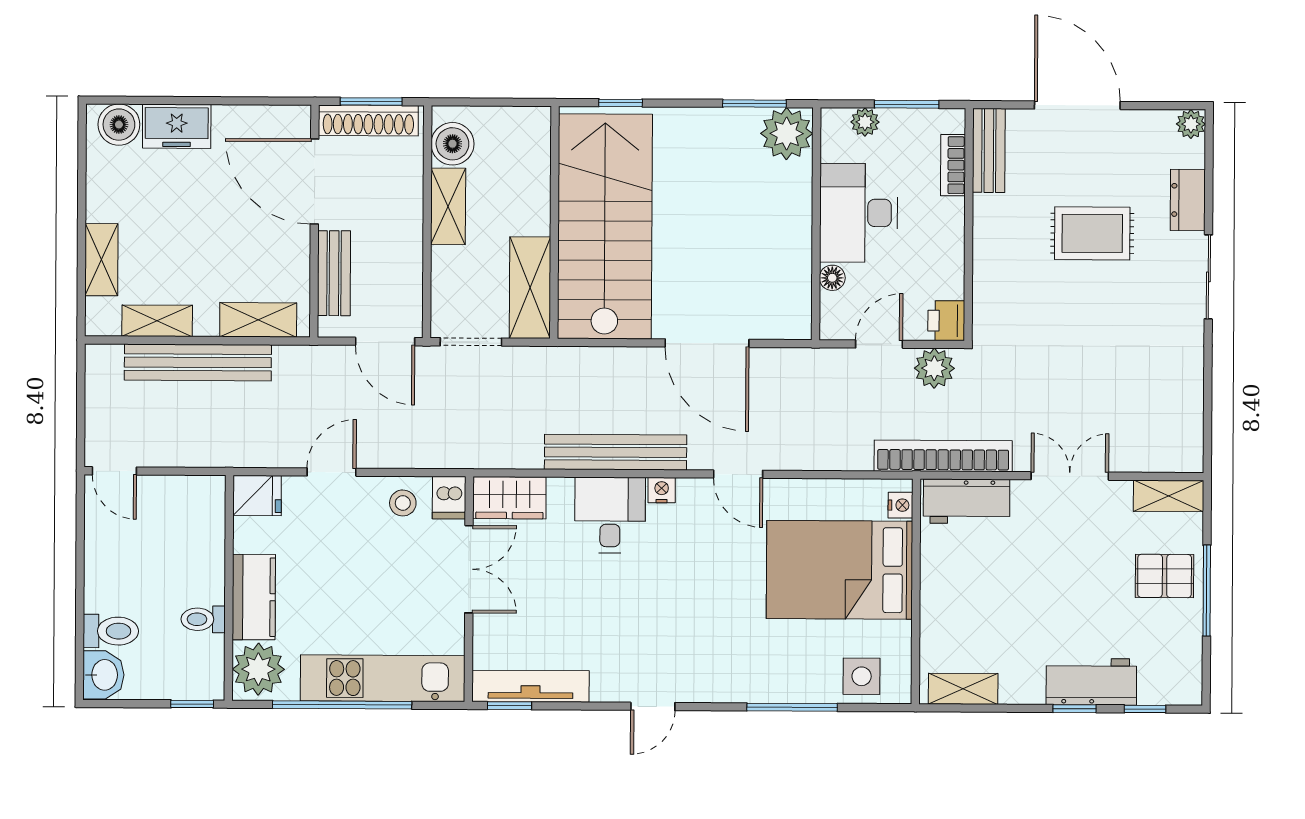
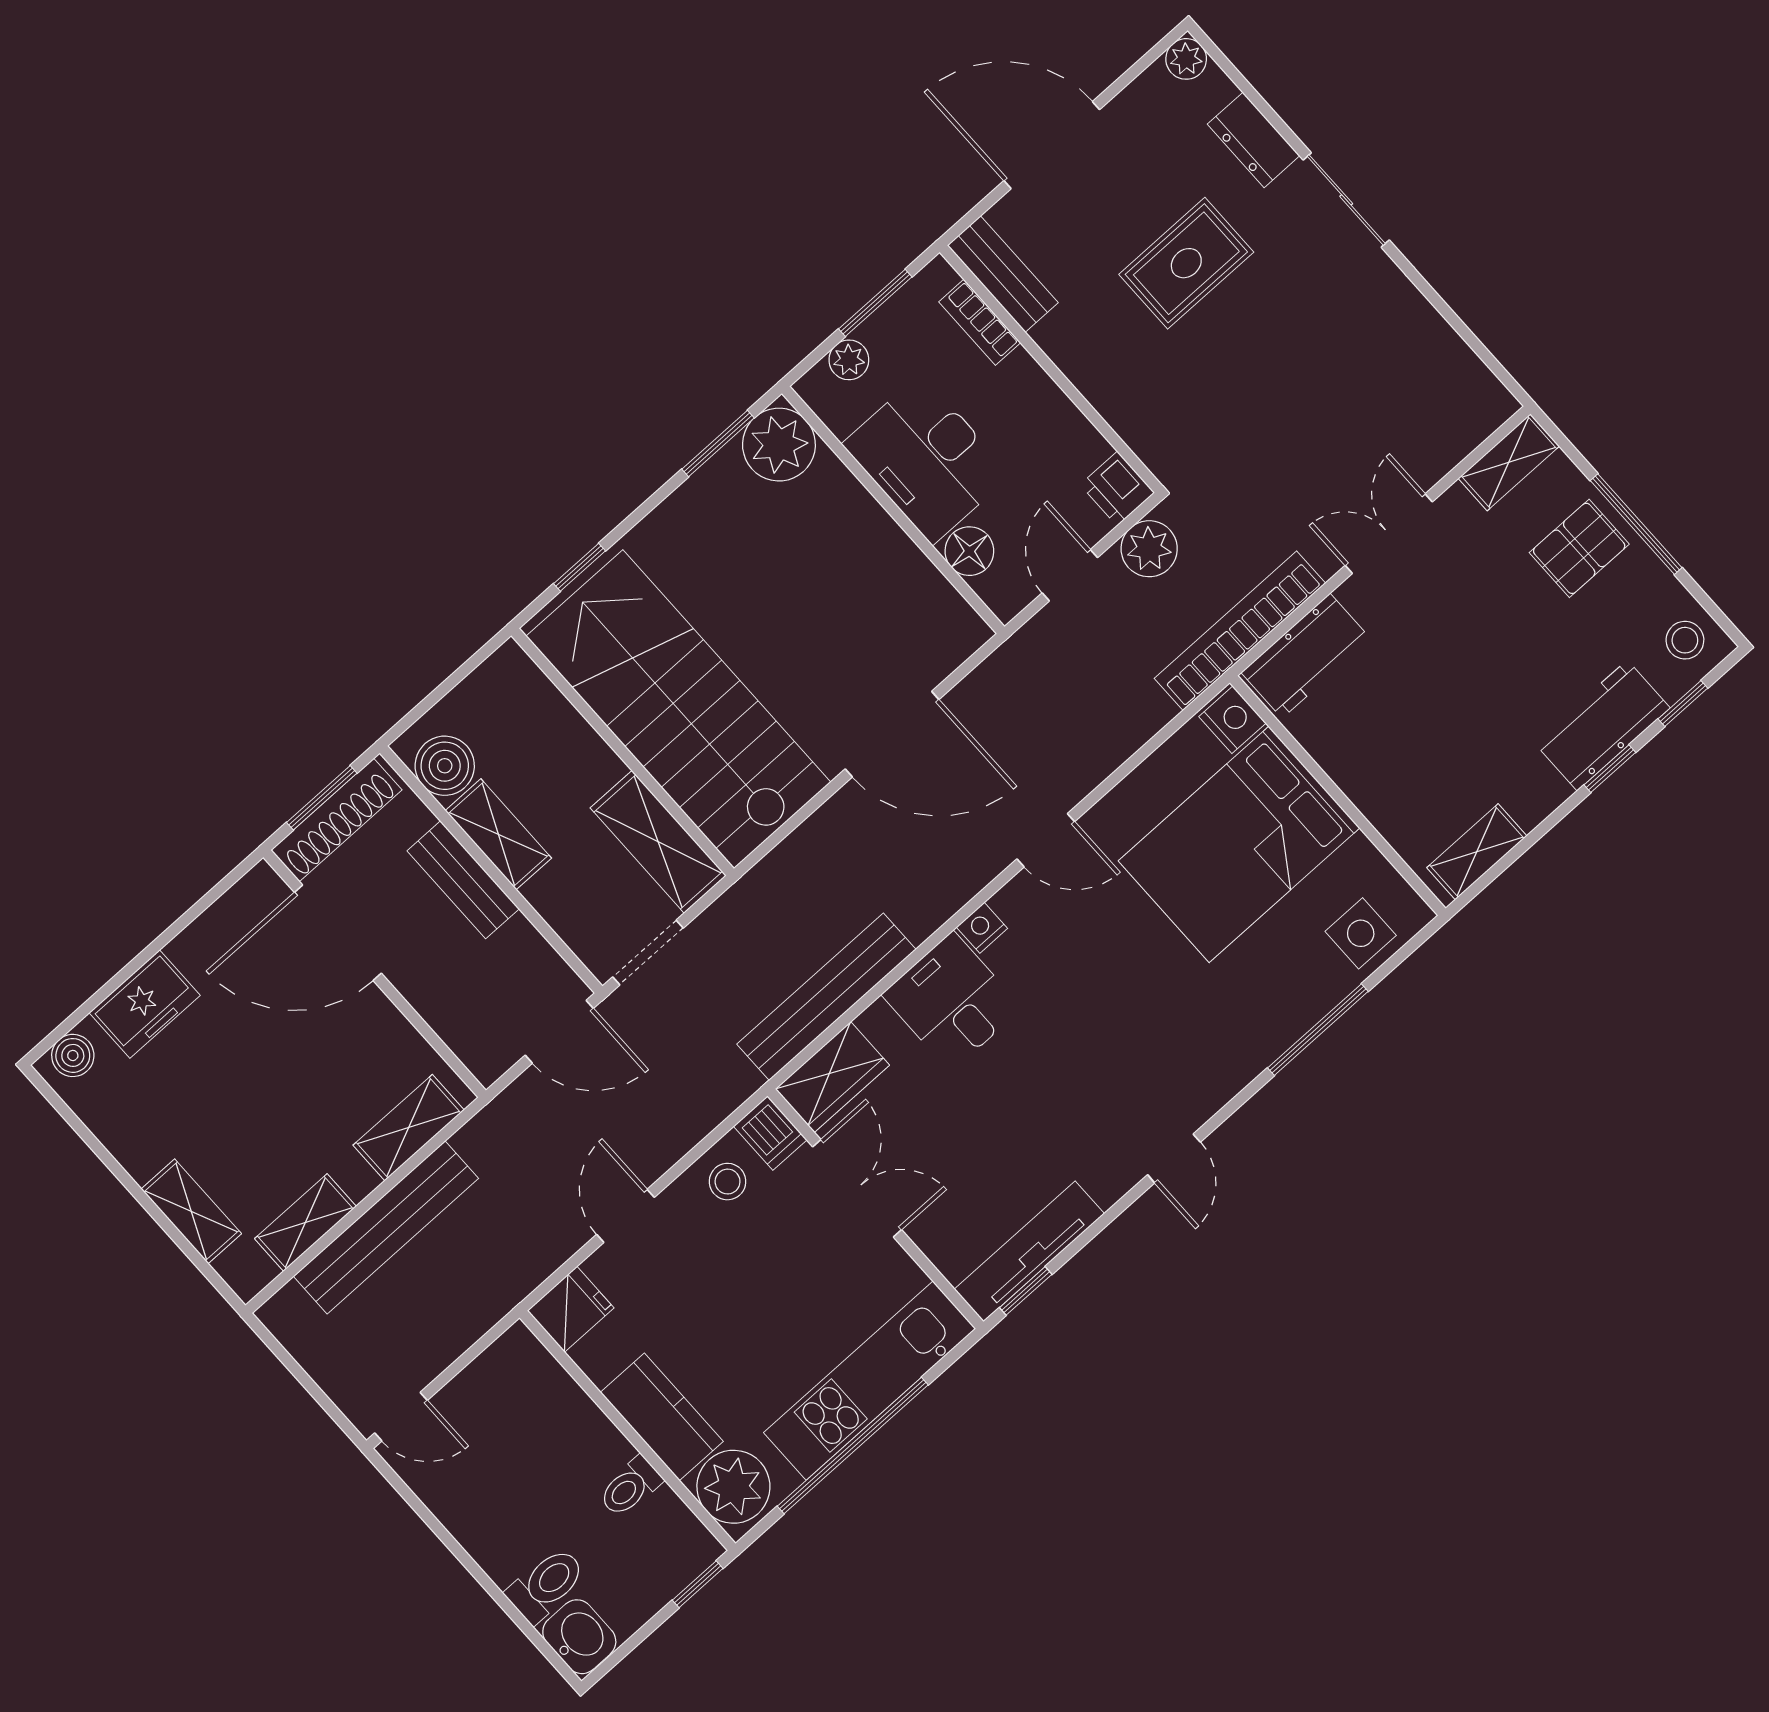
boiler: (119, 125) -> (73, 1055), width x0.73, depth x0.73
bench: (334, 273) -> (463, 880), moved
floor lamp: (832, 278) -> (969, 551), width x1.37, depth x1.37
bench: (616, 452) -> (826, 997), moved
nightstand: (900, 505) -> (1232, 720), width x1.39, depth x1.35
stool: (1177, 676) -> (1685, 640), added

